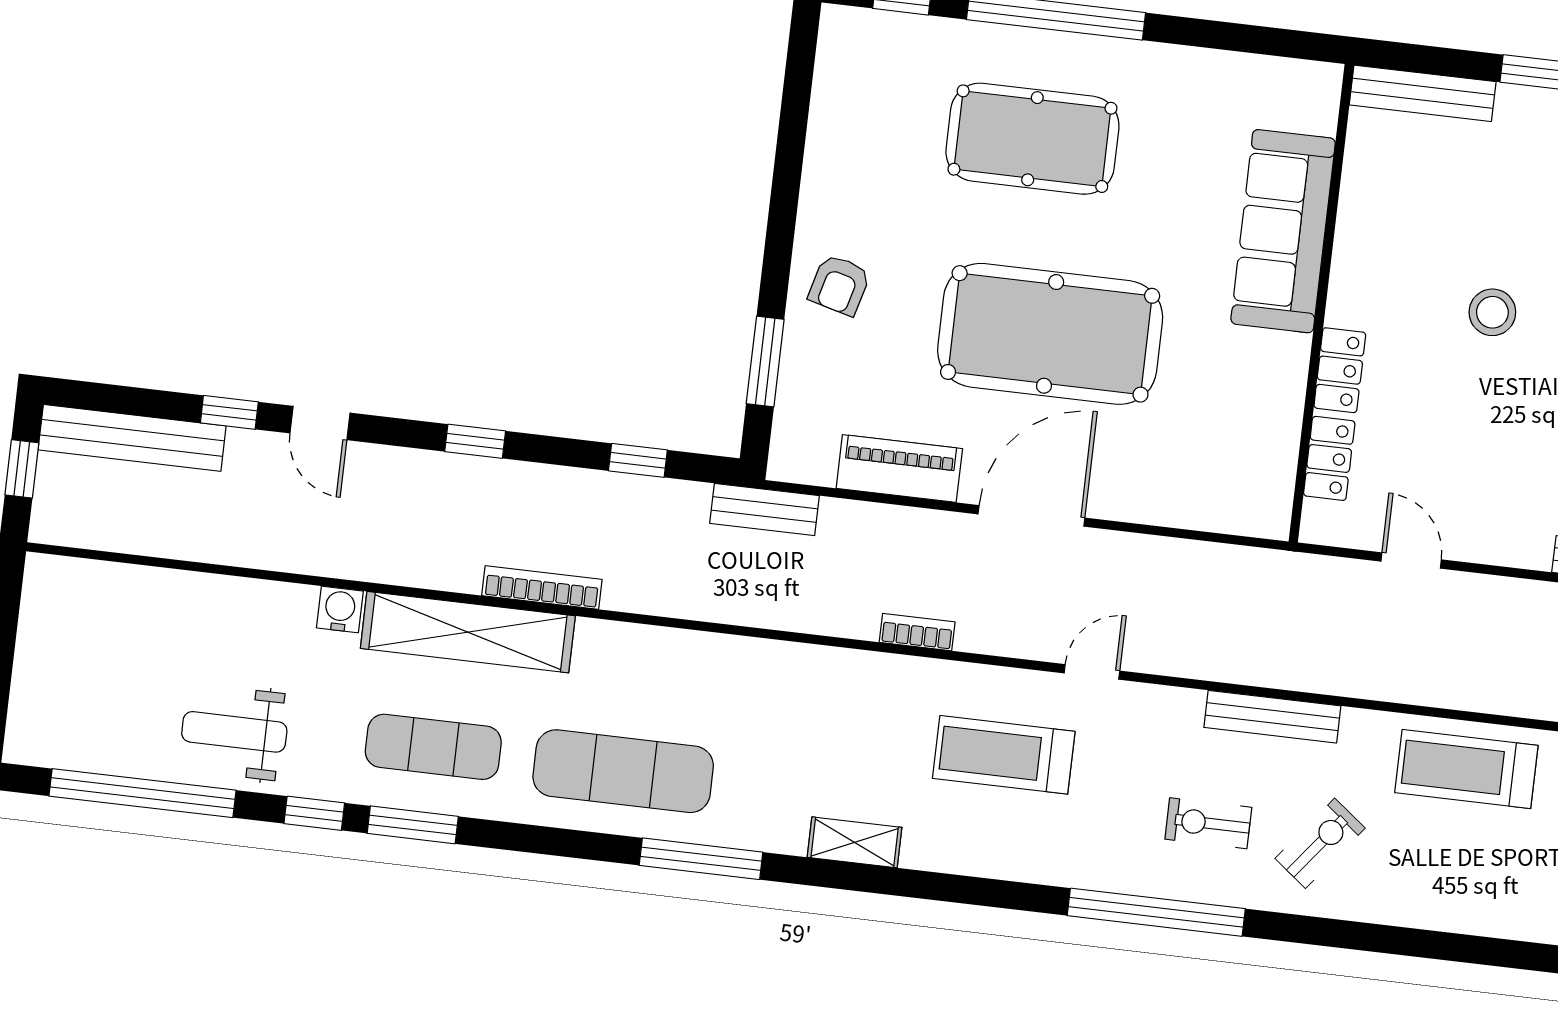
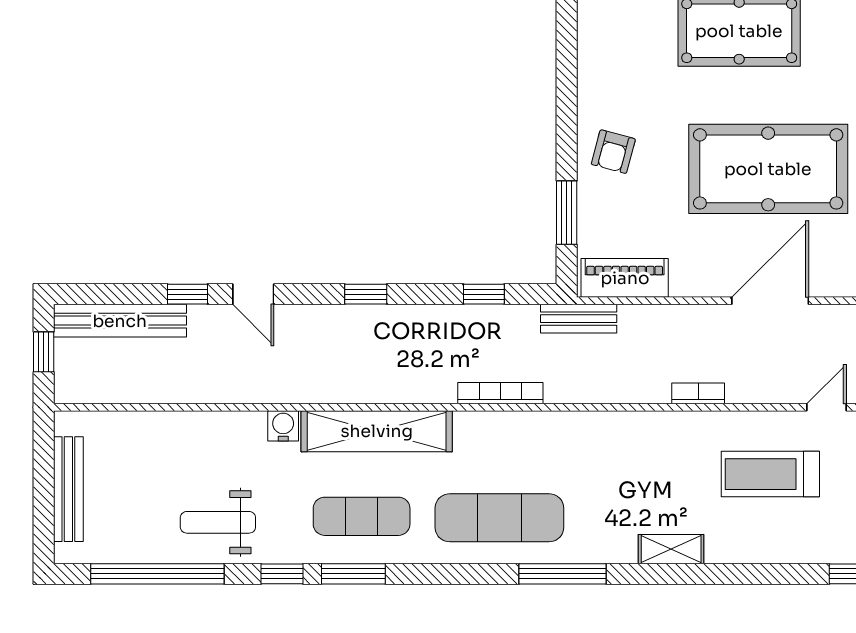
piano: (899, 468) -> (625, 278), moved
bookcase: (542, 587) -> (500, 393), moved
bench: (34, 662) -> (68, 489), added

